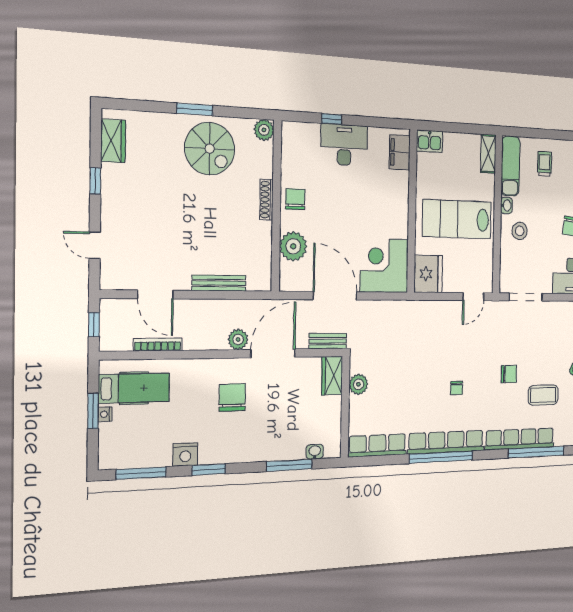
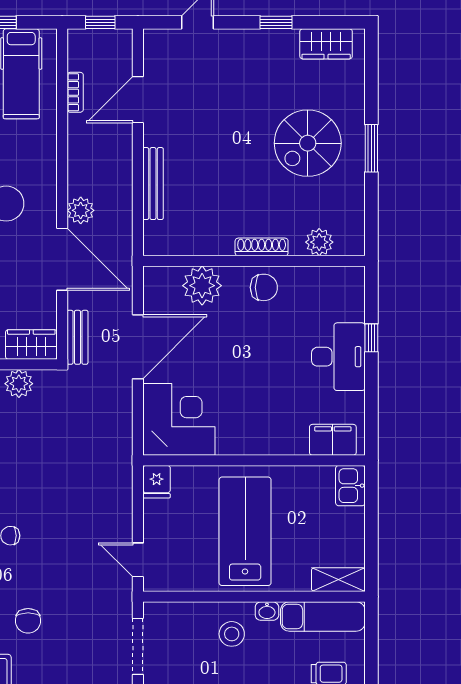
plant: (264, 130) -> (319, 242), moved
spiral stairs: (210, 149) -> (308, 143), moved
fridge: (428, 274) -> (157, 482), width x0.53, depth x0.75
bookcase: (158, 345) -> (75, 92), width x0.64

